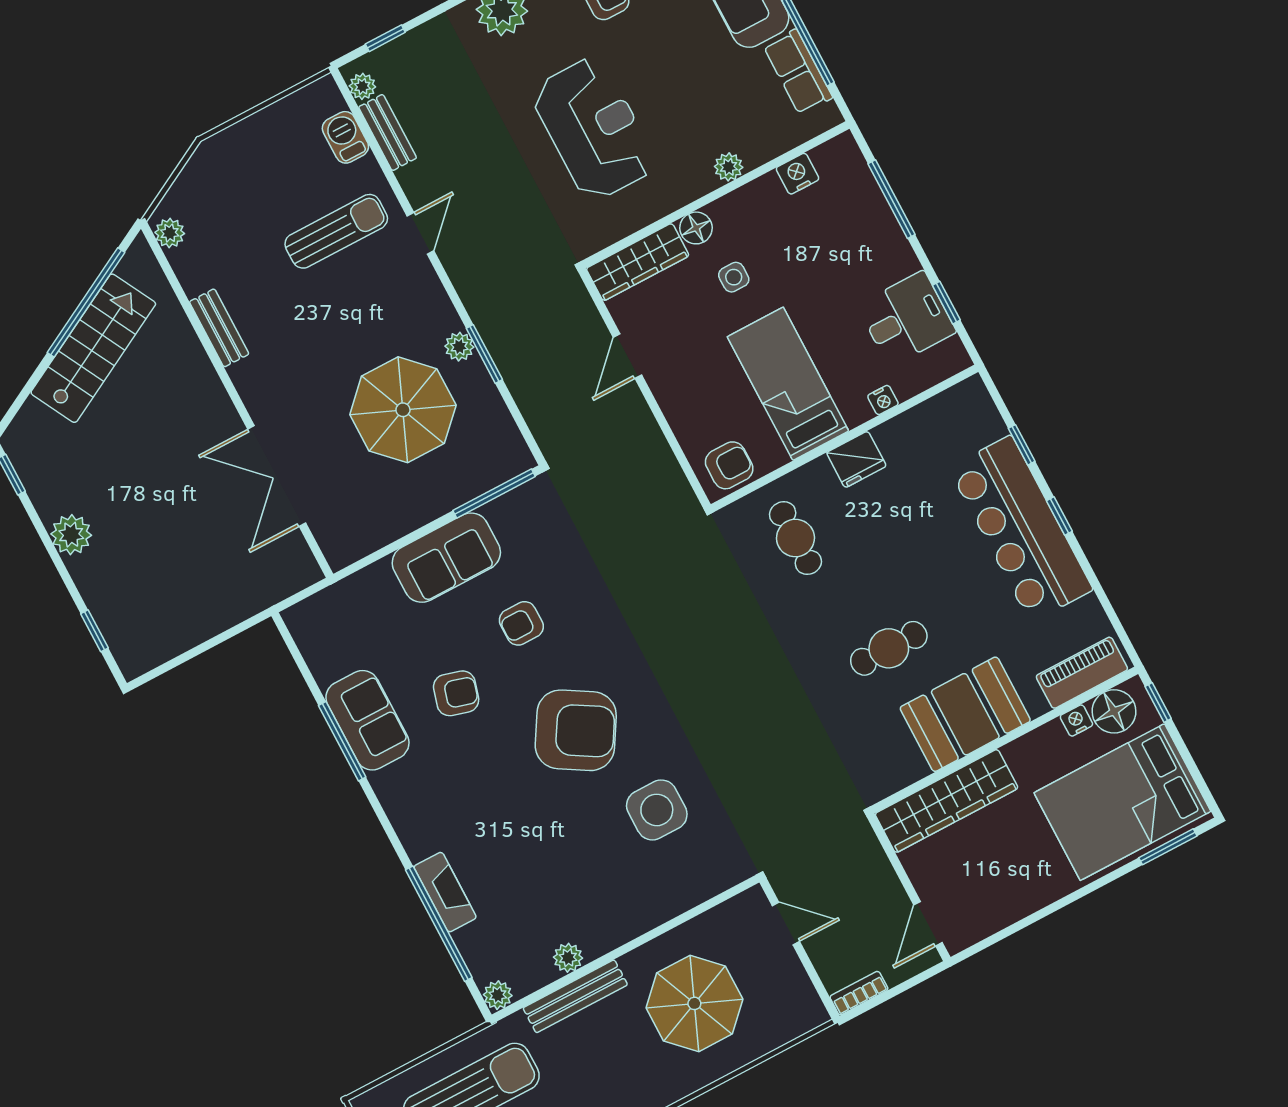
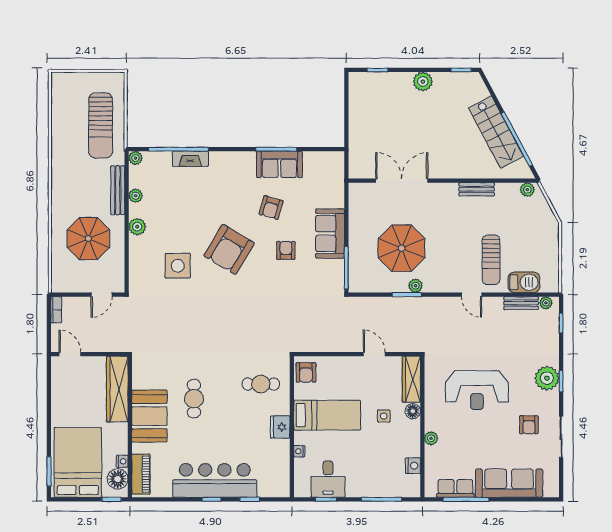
barbecue: (345, 137) -> (524, 282), width x1.38, depth x1.27
plant: (624, 924) -> (137, 227), added

